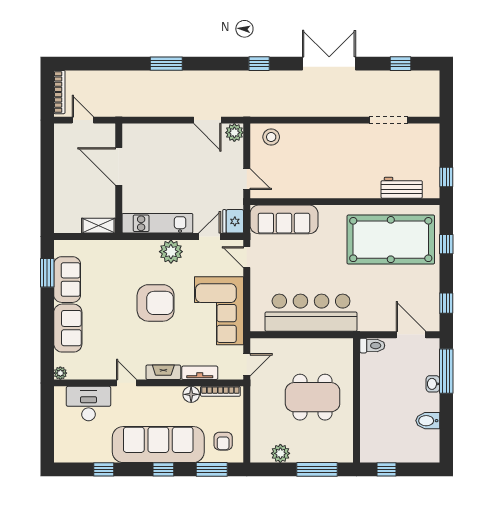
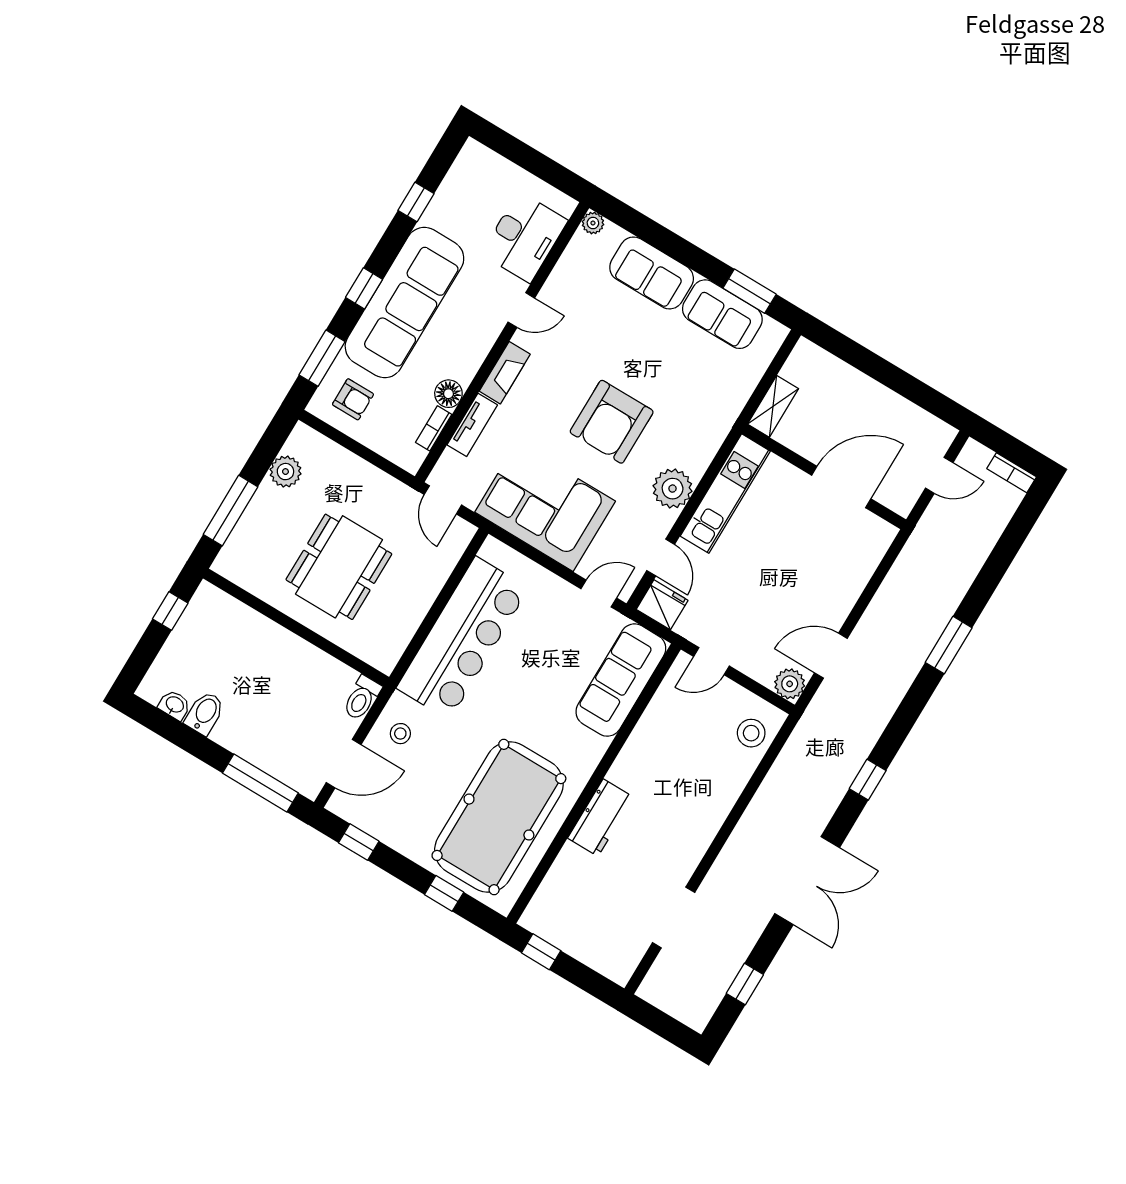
bookcase: (59, 92) -> (1012, 473), width x0.64
workbench: (402, 188) -> (601, 818), moved
stool: (378, 315) -> (400, 734), added
washbasin: (433, 384) -> (174, 705), moved
bookcase: (220, 391) -> (434, 428), width x0.64
armchair: (223, 441) -> (353, 399), turned 180

